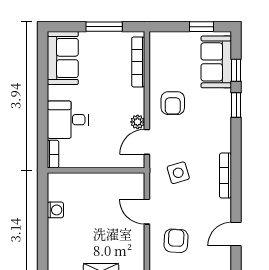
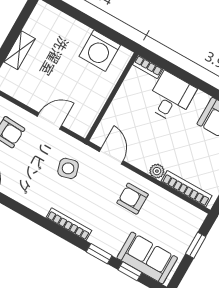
window: (201, 27) -> (196, 245), moved
plant: (138, 122) -> (157, 171), moved
bookcase: (226, 176) -> (69, 224), moved
washing machine: (55, 210) -> (100, 51), width x1.89, depth x1.89

